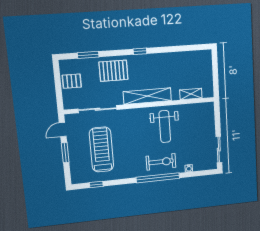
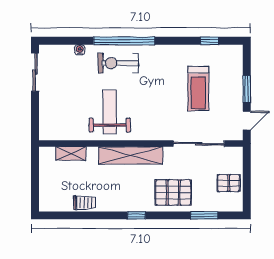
trolley: (179, 58) -> (85, 203), added
treadmill: (101, 150) -> (198, 89), width x0.73, depth x0.73

